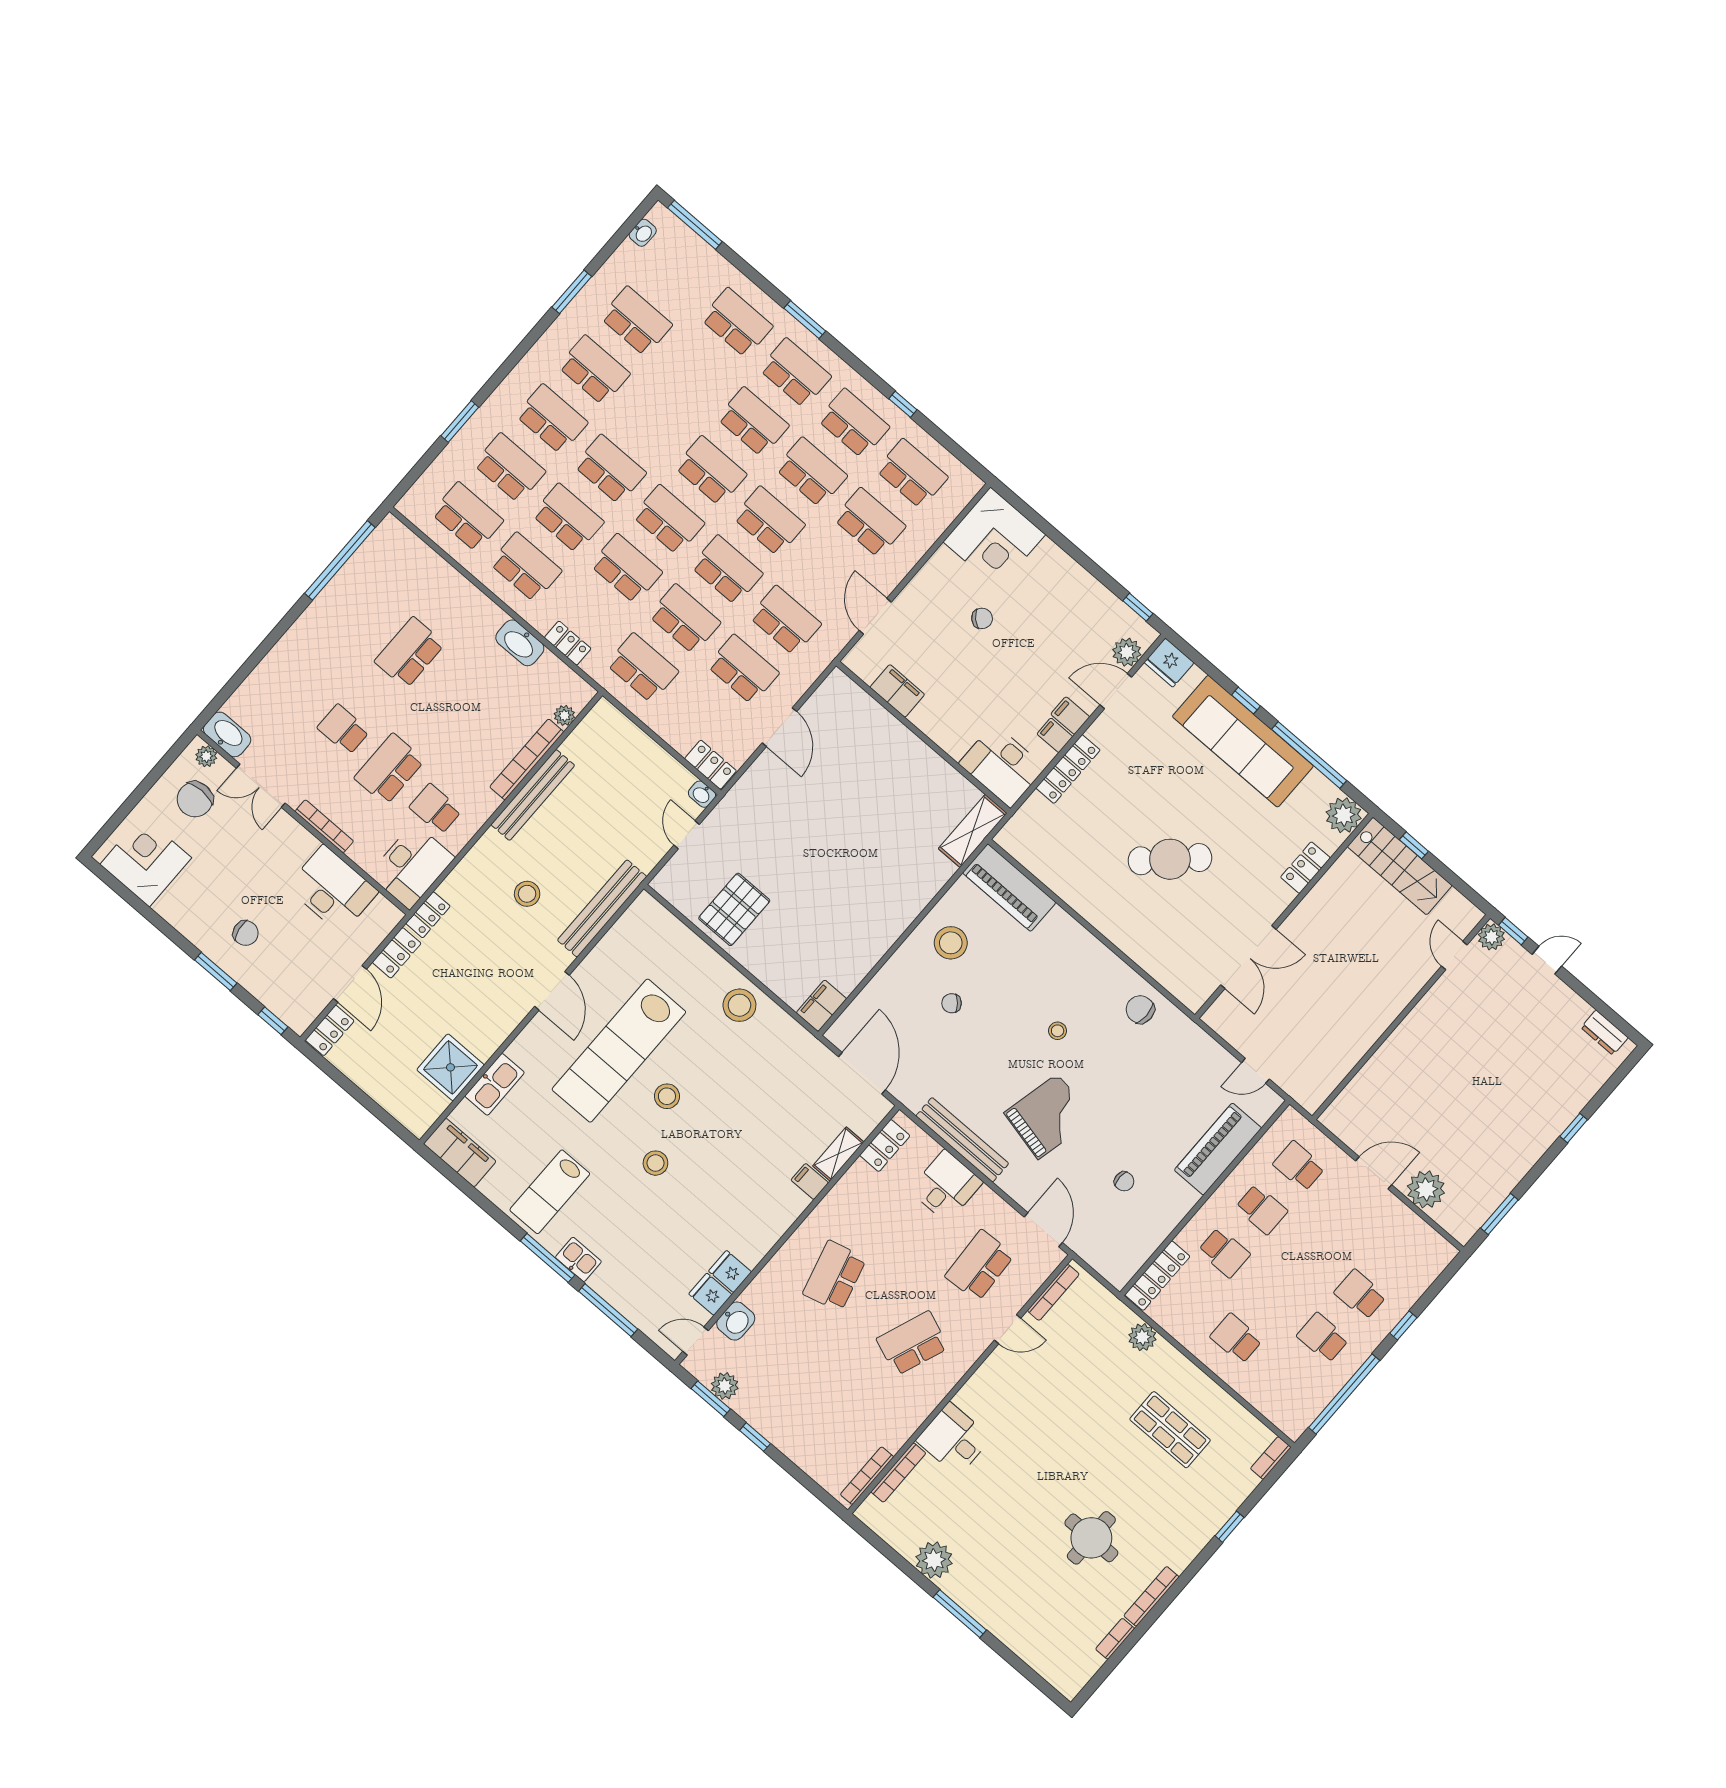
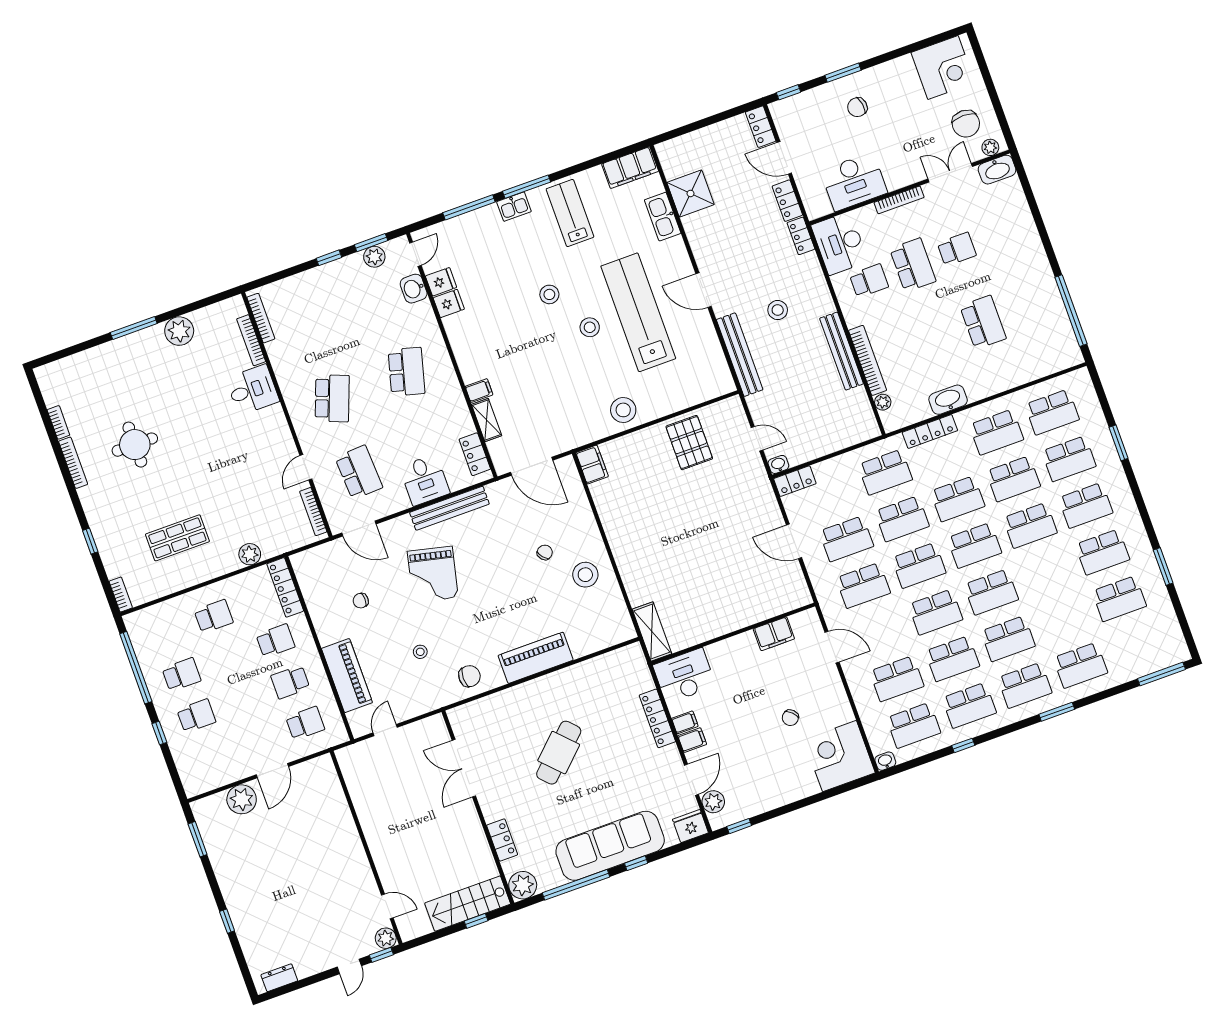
washbasin: (643, 233) -> (885, 761), moved, turned 90
locker: (568, 643) -> (930, 431), width x1.53
chair: (195, 799) -> (966, 124), turned 180
piano: (1009, 888) -> (536, 658), moved
stool: (1058, 1031) -> (420, 652), moved
school desk: (1224, 1253) -> (275, 641), turned 180
school desk: (835, 1276) -> (406, 372), turned 30

